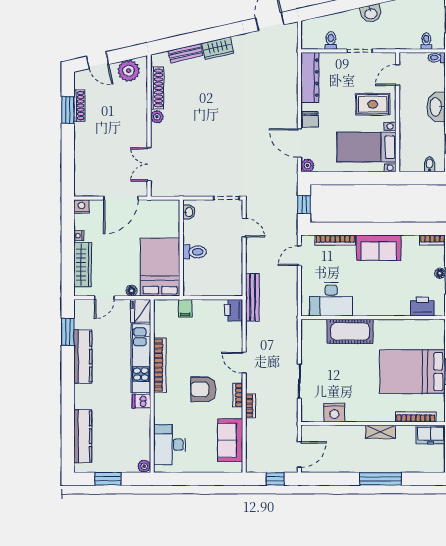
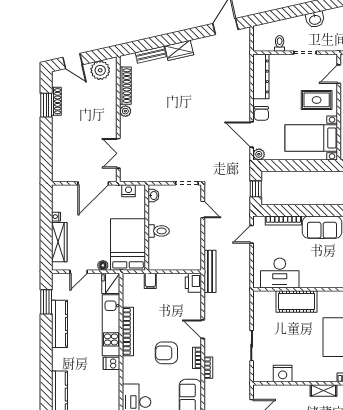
nightstand: (81, 207) -> (128, 191), moved

